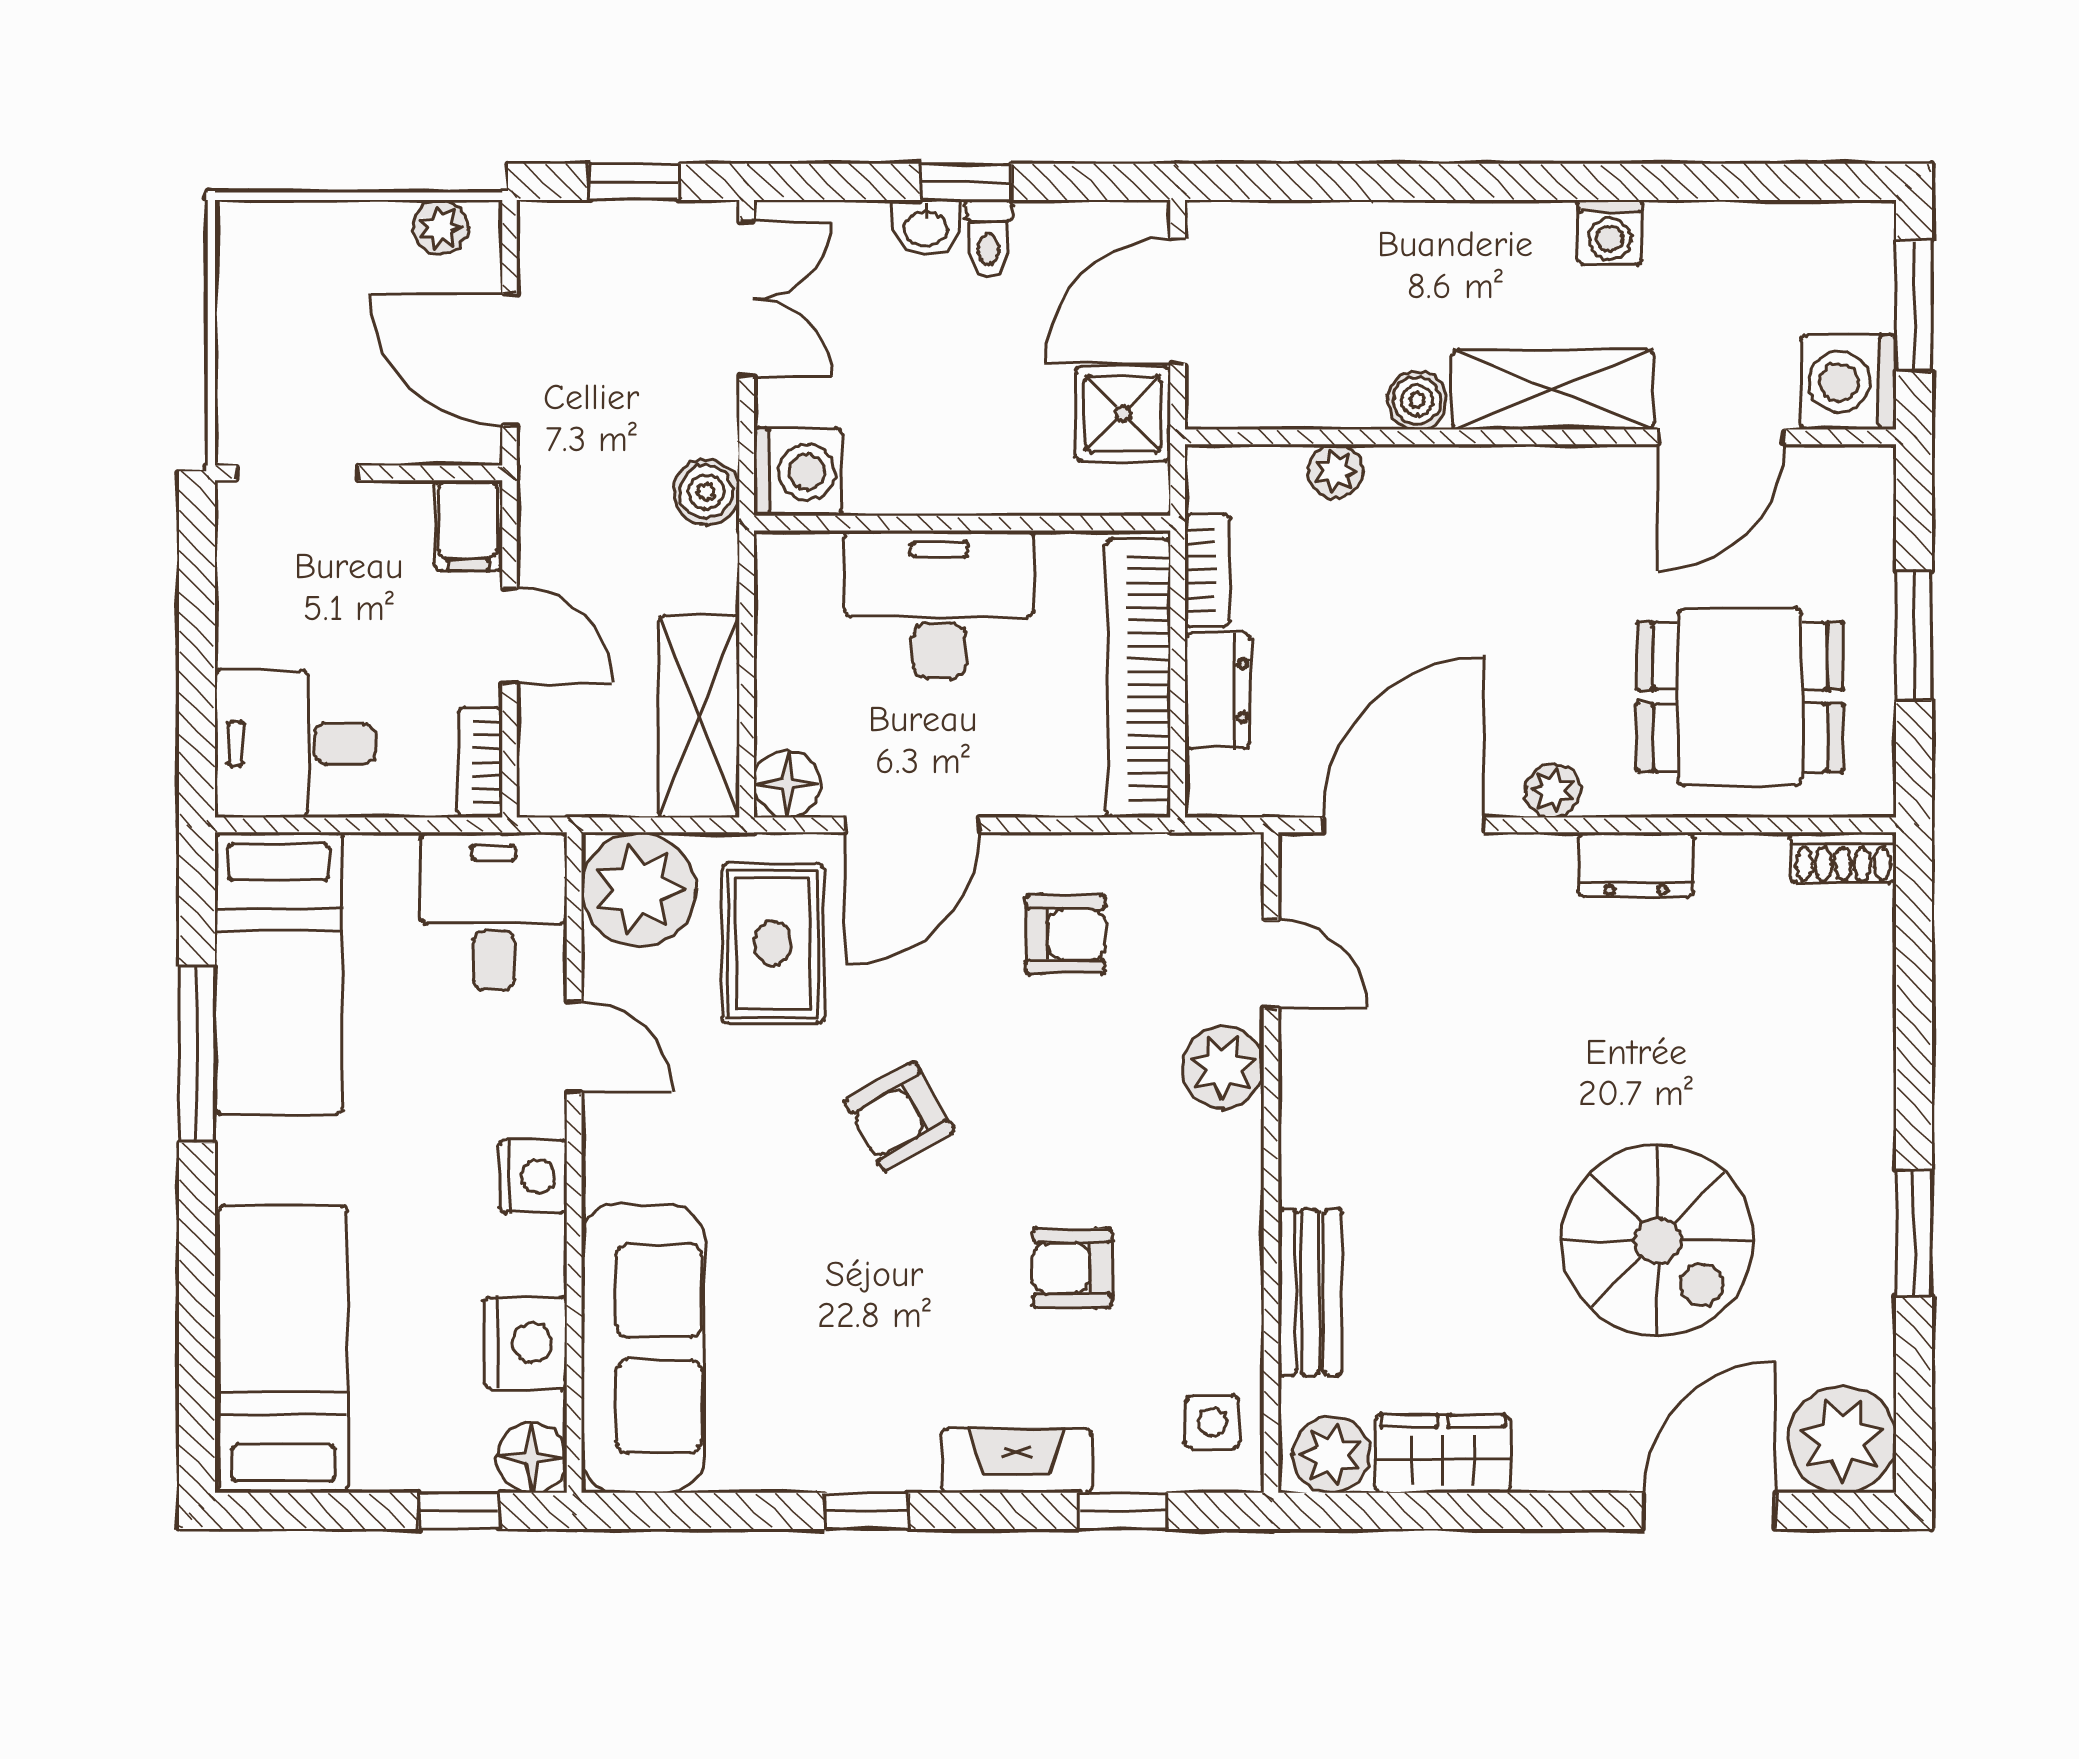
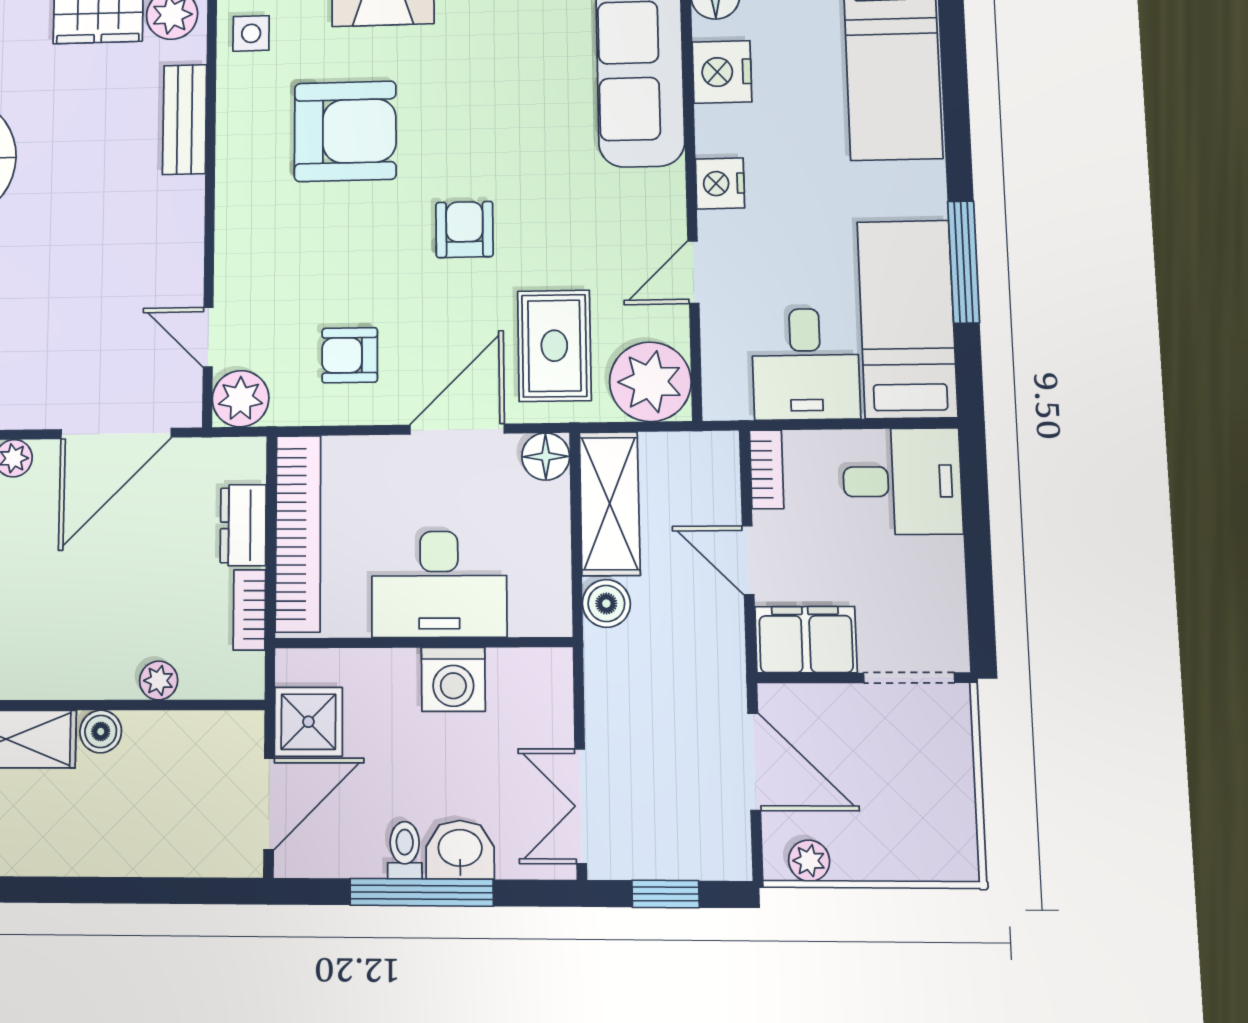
window: (966, 182) -> (421, 892), width x2.17
washbasin: (925, 227) -> (460, 850), width x1.38, depth x1.45
washing machine: (798, 472) -> (453, 679), moved, turned -90
boiler: (706, 492) -> (606, 604), moved
filing cabinet: (468, 525) -> (806, 640), width x2.00
desk: (494, 911) -> (806, 364), moved
door: (574, 1047) -> (693, 272), hinge flipped
plant: (1223, 1067) -> (241, 399), moved
armchair: (899, 1116) -> (465, 229), turned -60
armchair: (1072, 1268) -> (345, 131), width x1.88, depth x1.88

